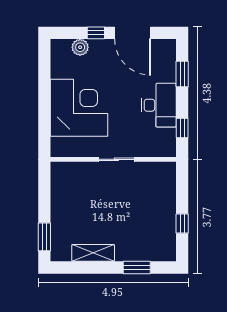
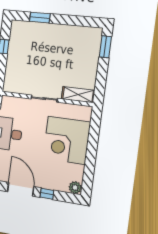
plant: (80, 47) -> (75, 188), moved
shelving: (93, 253) -> (78, 95), moved

